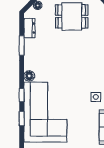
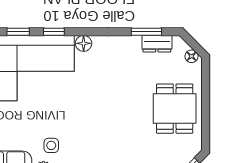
window: (22, 45) -> (146, 32), moved

